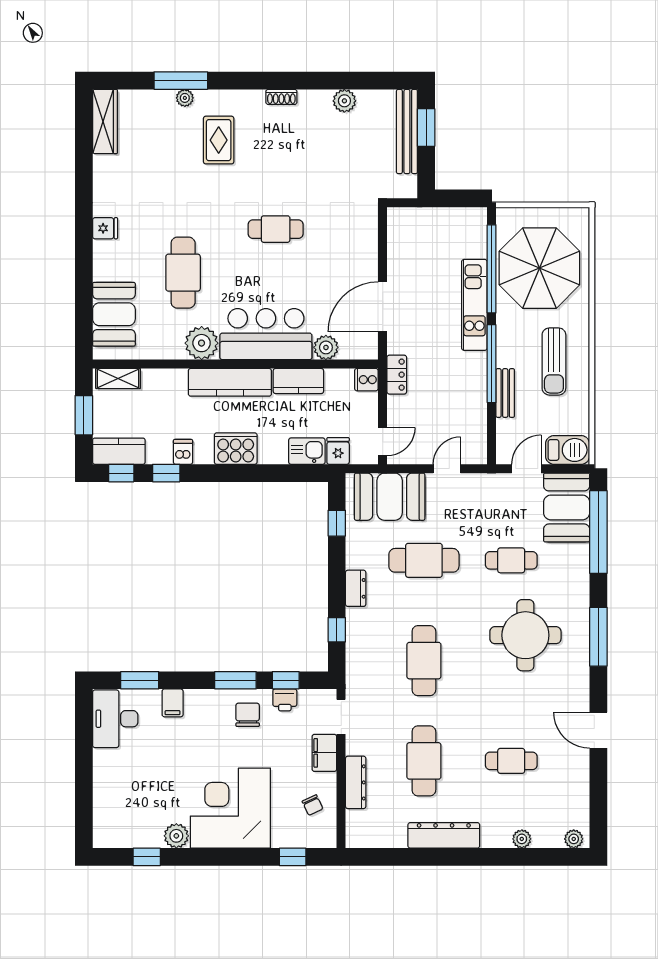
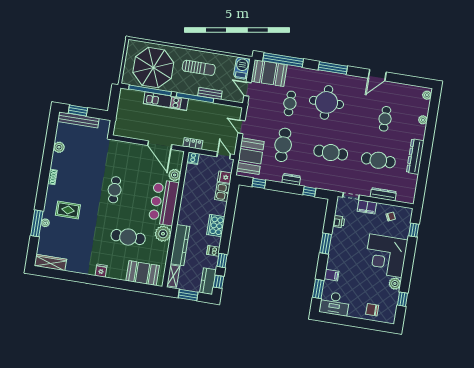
kitchen counter: (298, 381) -> (188, 191), removed
kitchen counter: (230, 382) -> (180, 245), moved
window: (286, 680) -> (329, 220), removed
chair: (248, 715) -> (372, 310), moved

